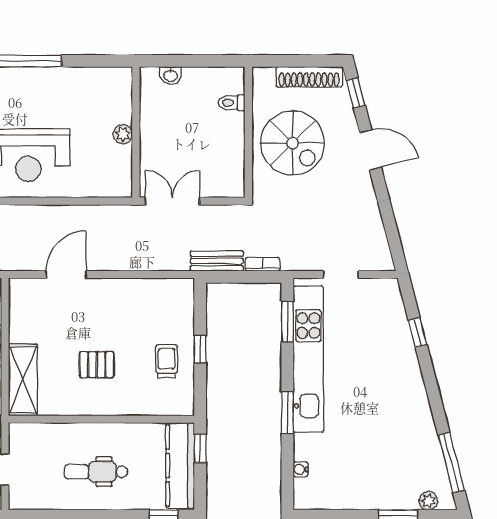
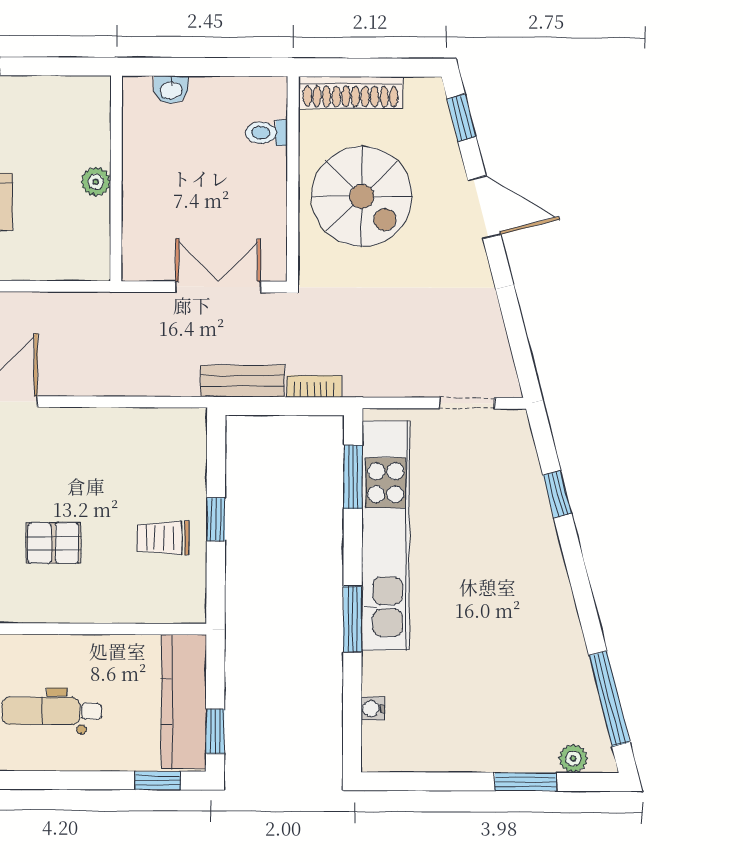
shoe rack: (309, 77) -> (351, 93), moved
double door: (172, 201) -> (218, 287), moved
doorway: (341, 275) -> (467, 403), moved
trolley: (167, 361) -> (163, 538), turned -90
window: (200, 448) -> (215, 731), moved

